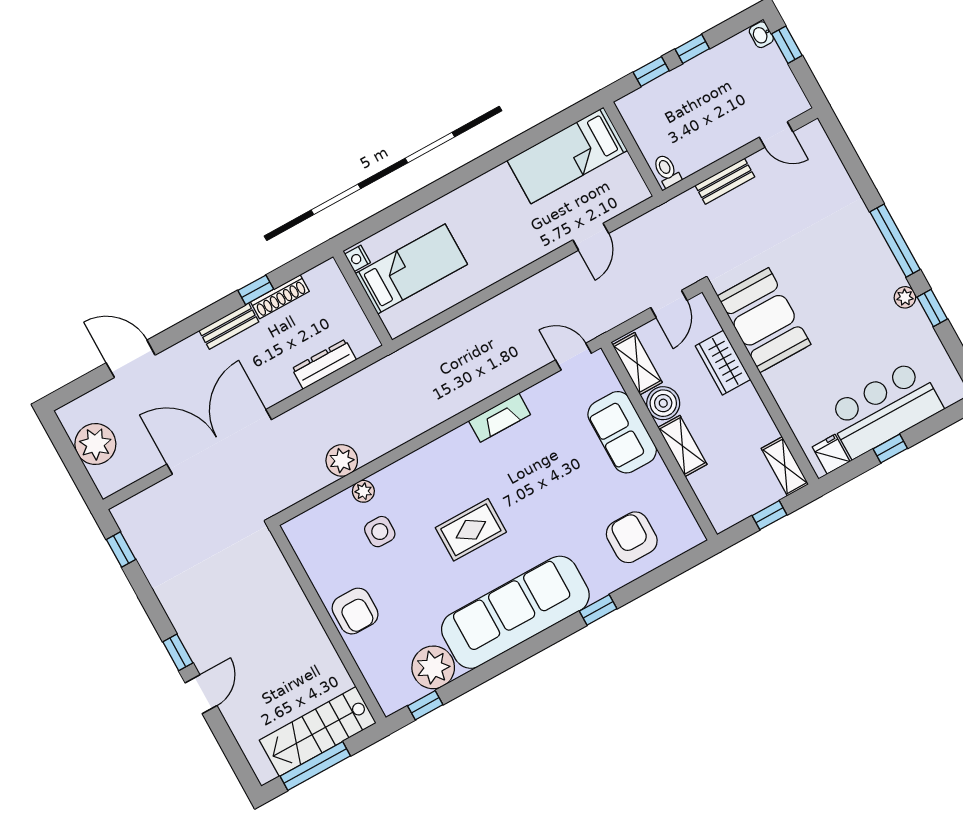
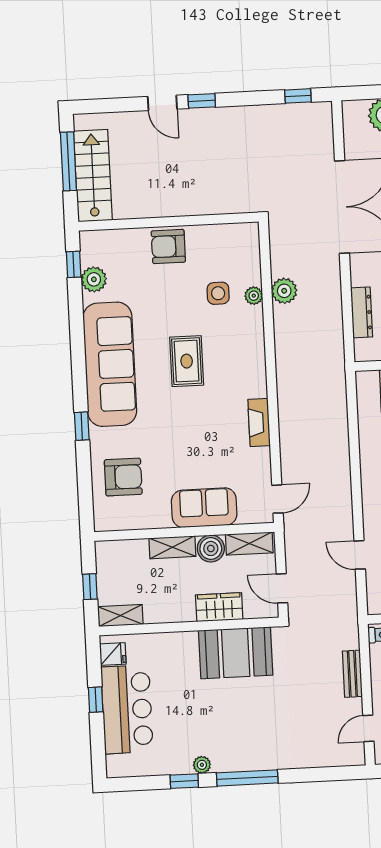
plant: (433, 667) -> (94, 279), width x0.73, depth x0.73

